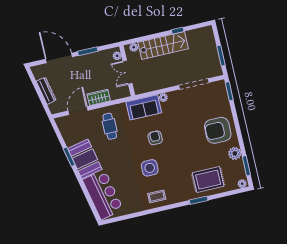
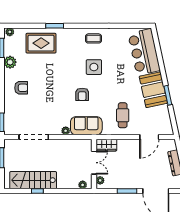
stairs: (163, 45) -> (33, 180), moved
wardrobe: (99, 97) -> (106, 145), moved
armchair: (218, 130) -> (21, 88), width x0.53, depth x0.53

